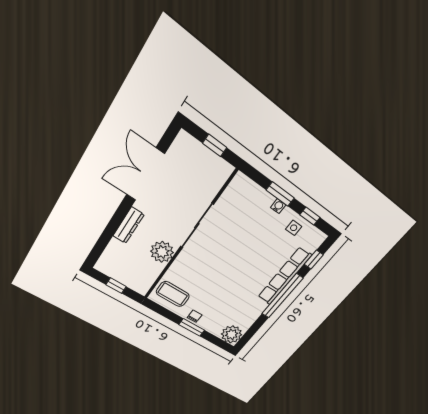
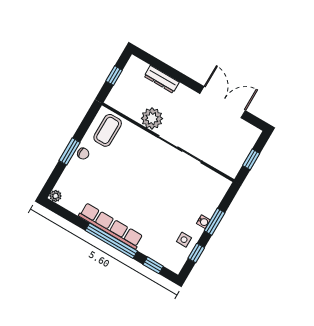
dresser: (129, 225) -> (162, 79), moved
row of seats: (284, 276) -> (111, 226), moved
plant: (232, 334) -> (56, 196), width x0.53, depth x0.53

